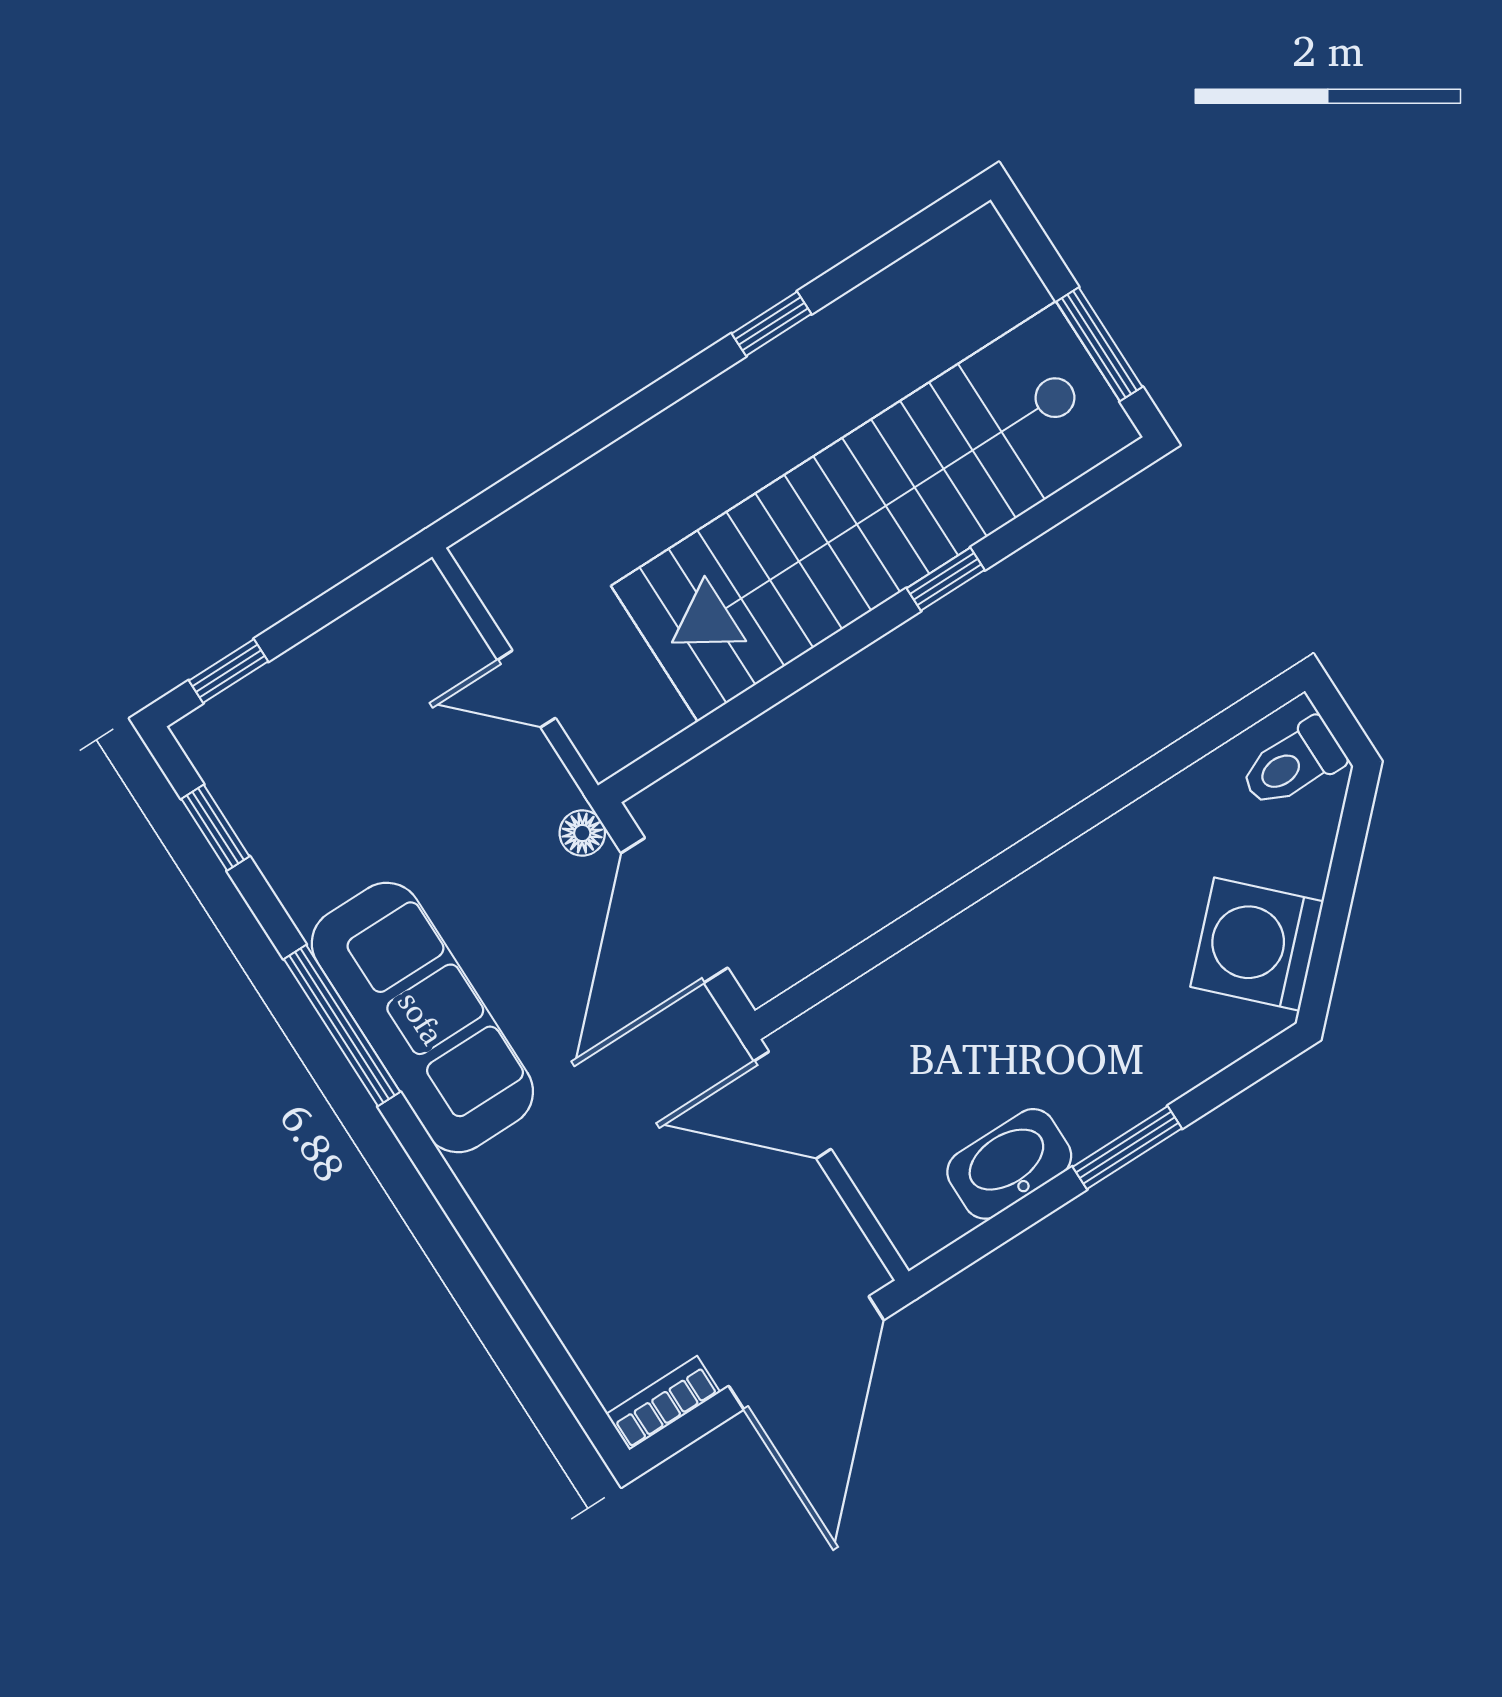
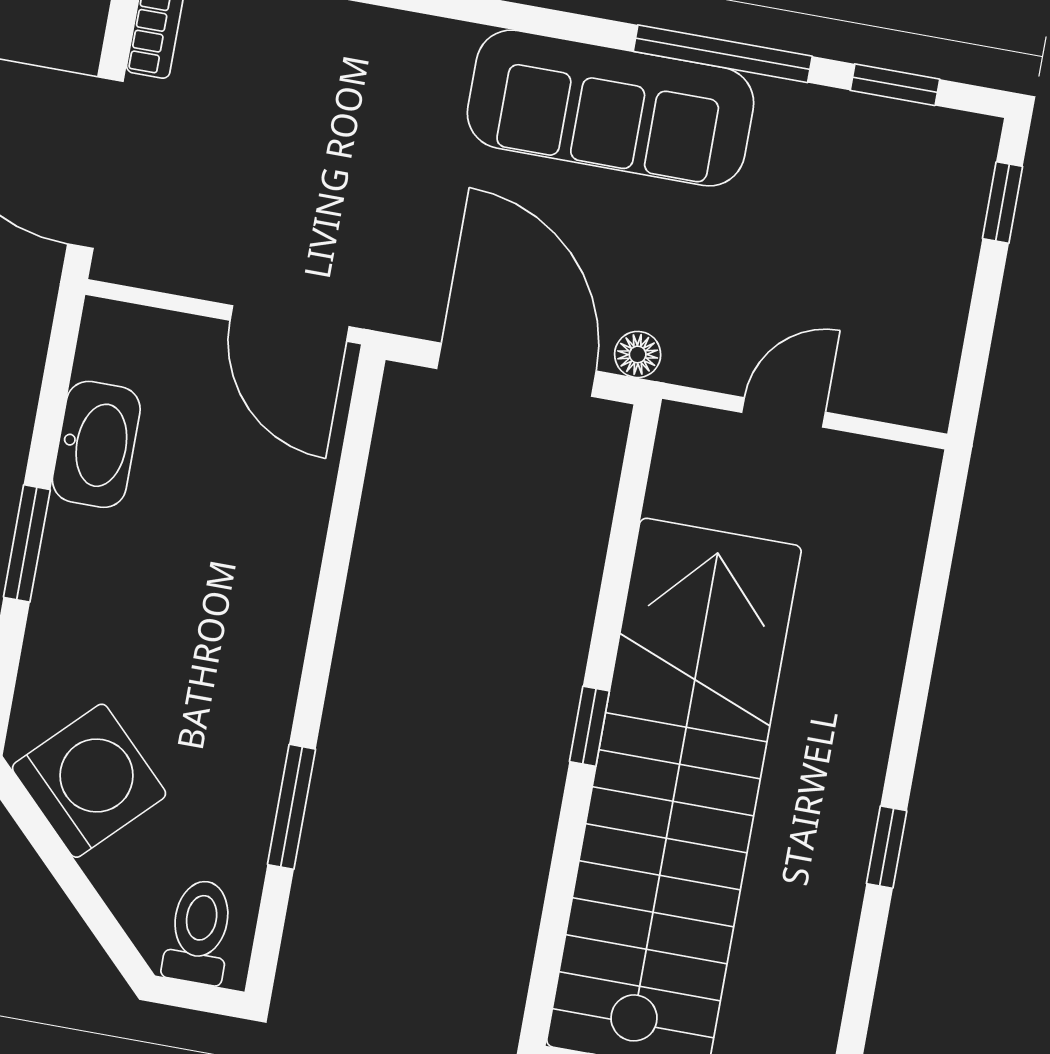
window: (946, 579) -> (589, 726), moved
window: (1140, 780) -> (292, 807), added
window: (342, 1026) -> (723, 54), moved
door: (793, 1105) -> (290, 323), swing flipped

